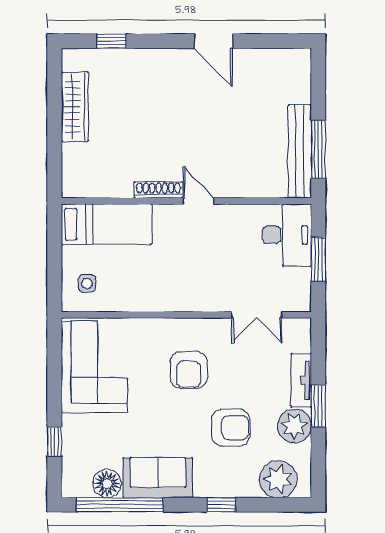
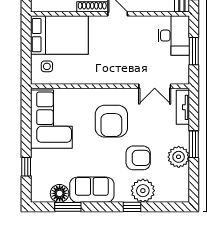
bed: (107, 224) -> (59, 35), width x1.50
armchair: (189, 370) -> (111, 121), width x1.36, depth x1.36
tv unit: (301, 380) -> (183, 107), moved
plant: (278, 479) -> (143, 191), moved
window: (120, 505) -> (68, 207), width x0.47

